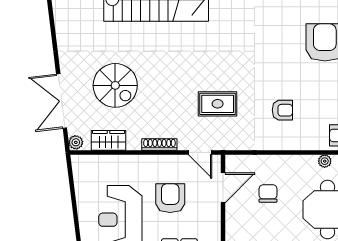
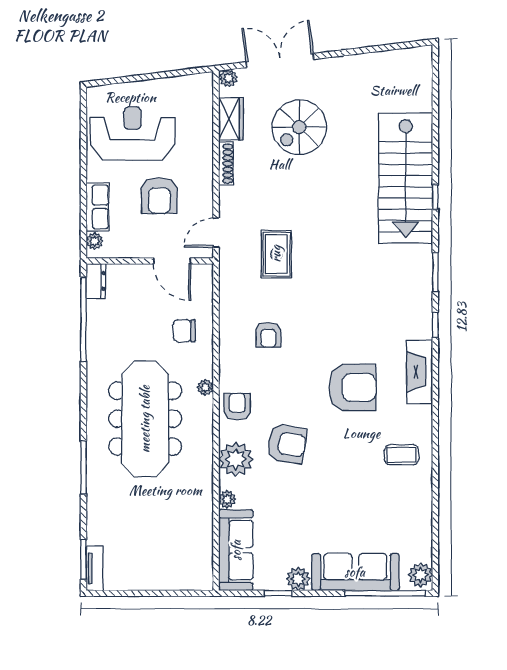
shoe rack: (159, 144) -> (226, 164), moved
chair: (268, 194) -> (184, 331), moved, turned 180
armchair: (170, 198) -> (159, 195), turned 90

